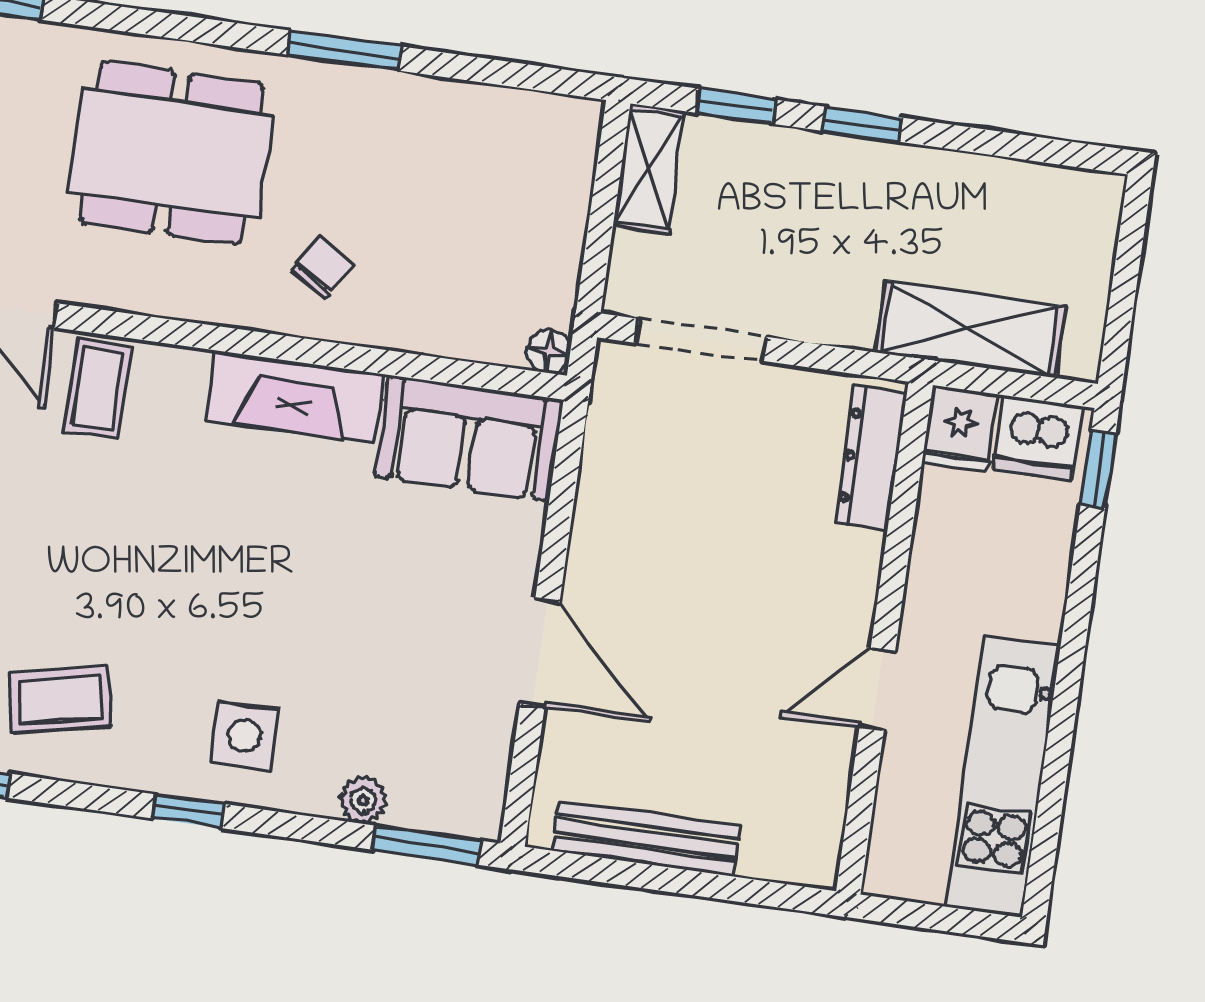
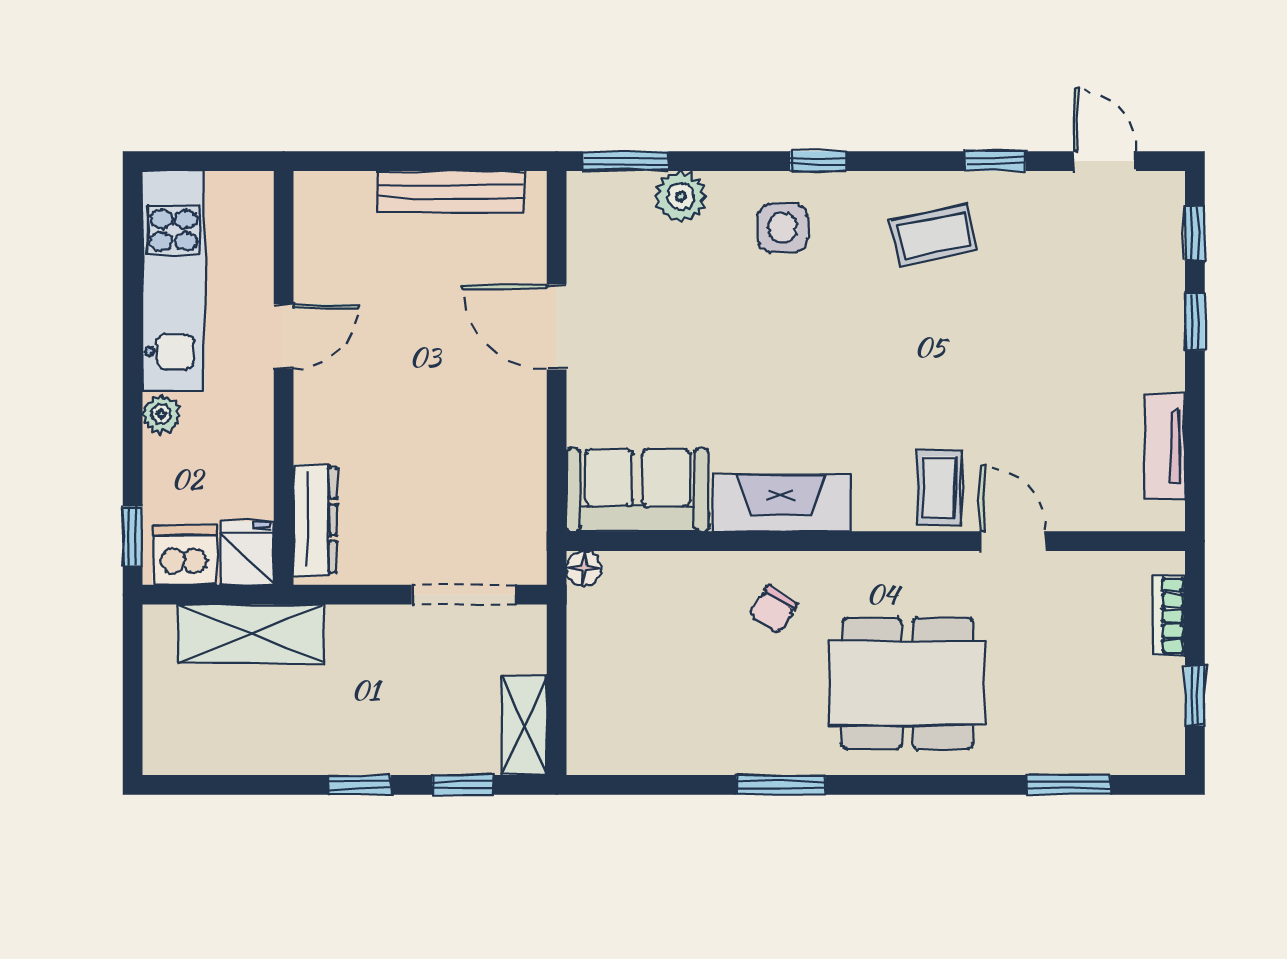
plant: (1041, 615) -> (161, 414), added
plant: (363, 800) -> (681, 196), width x1.38, depth x1.38

